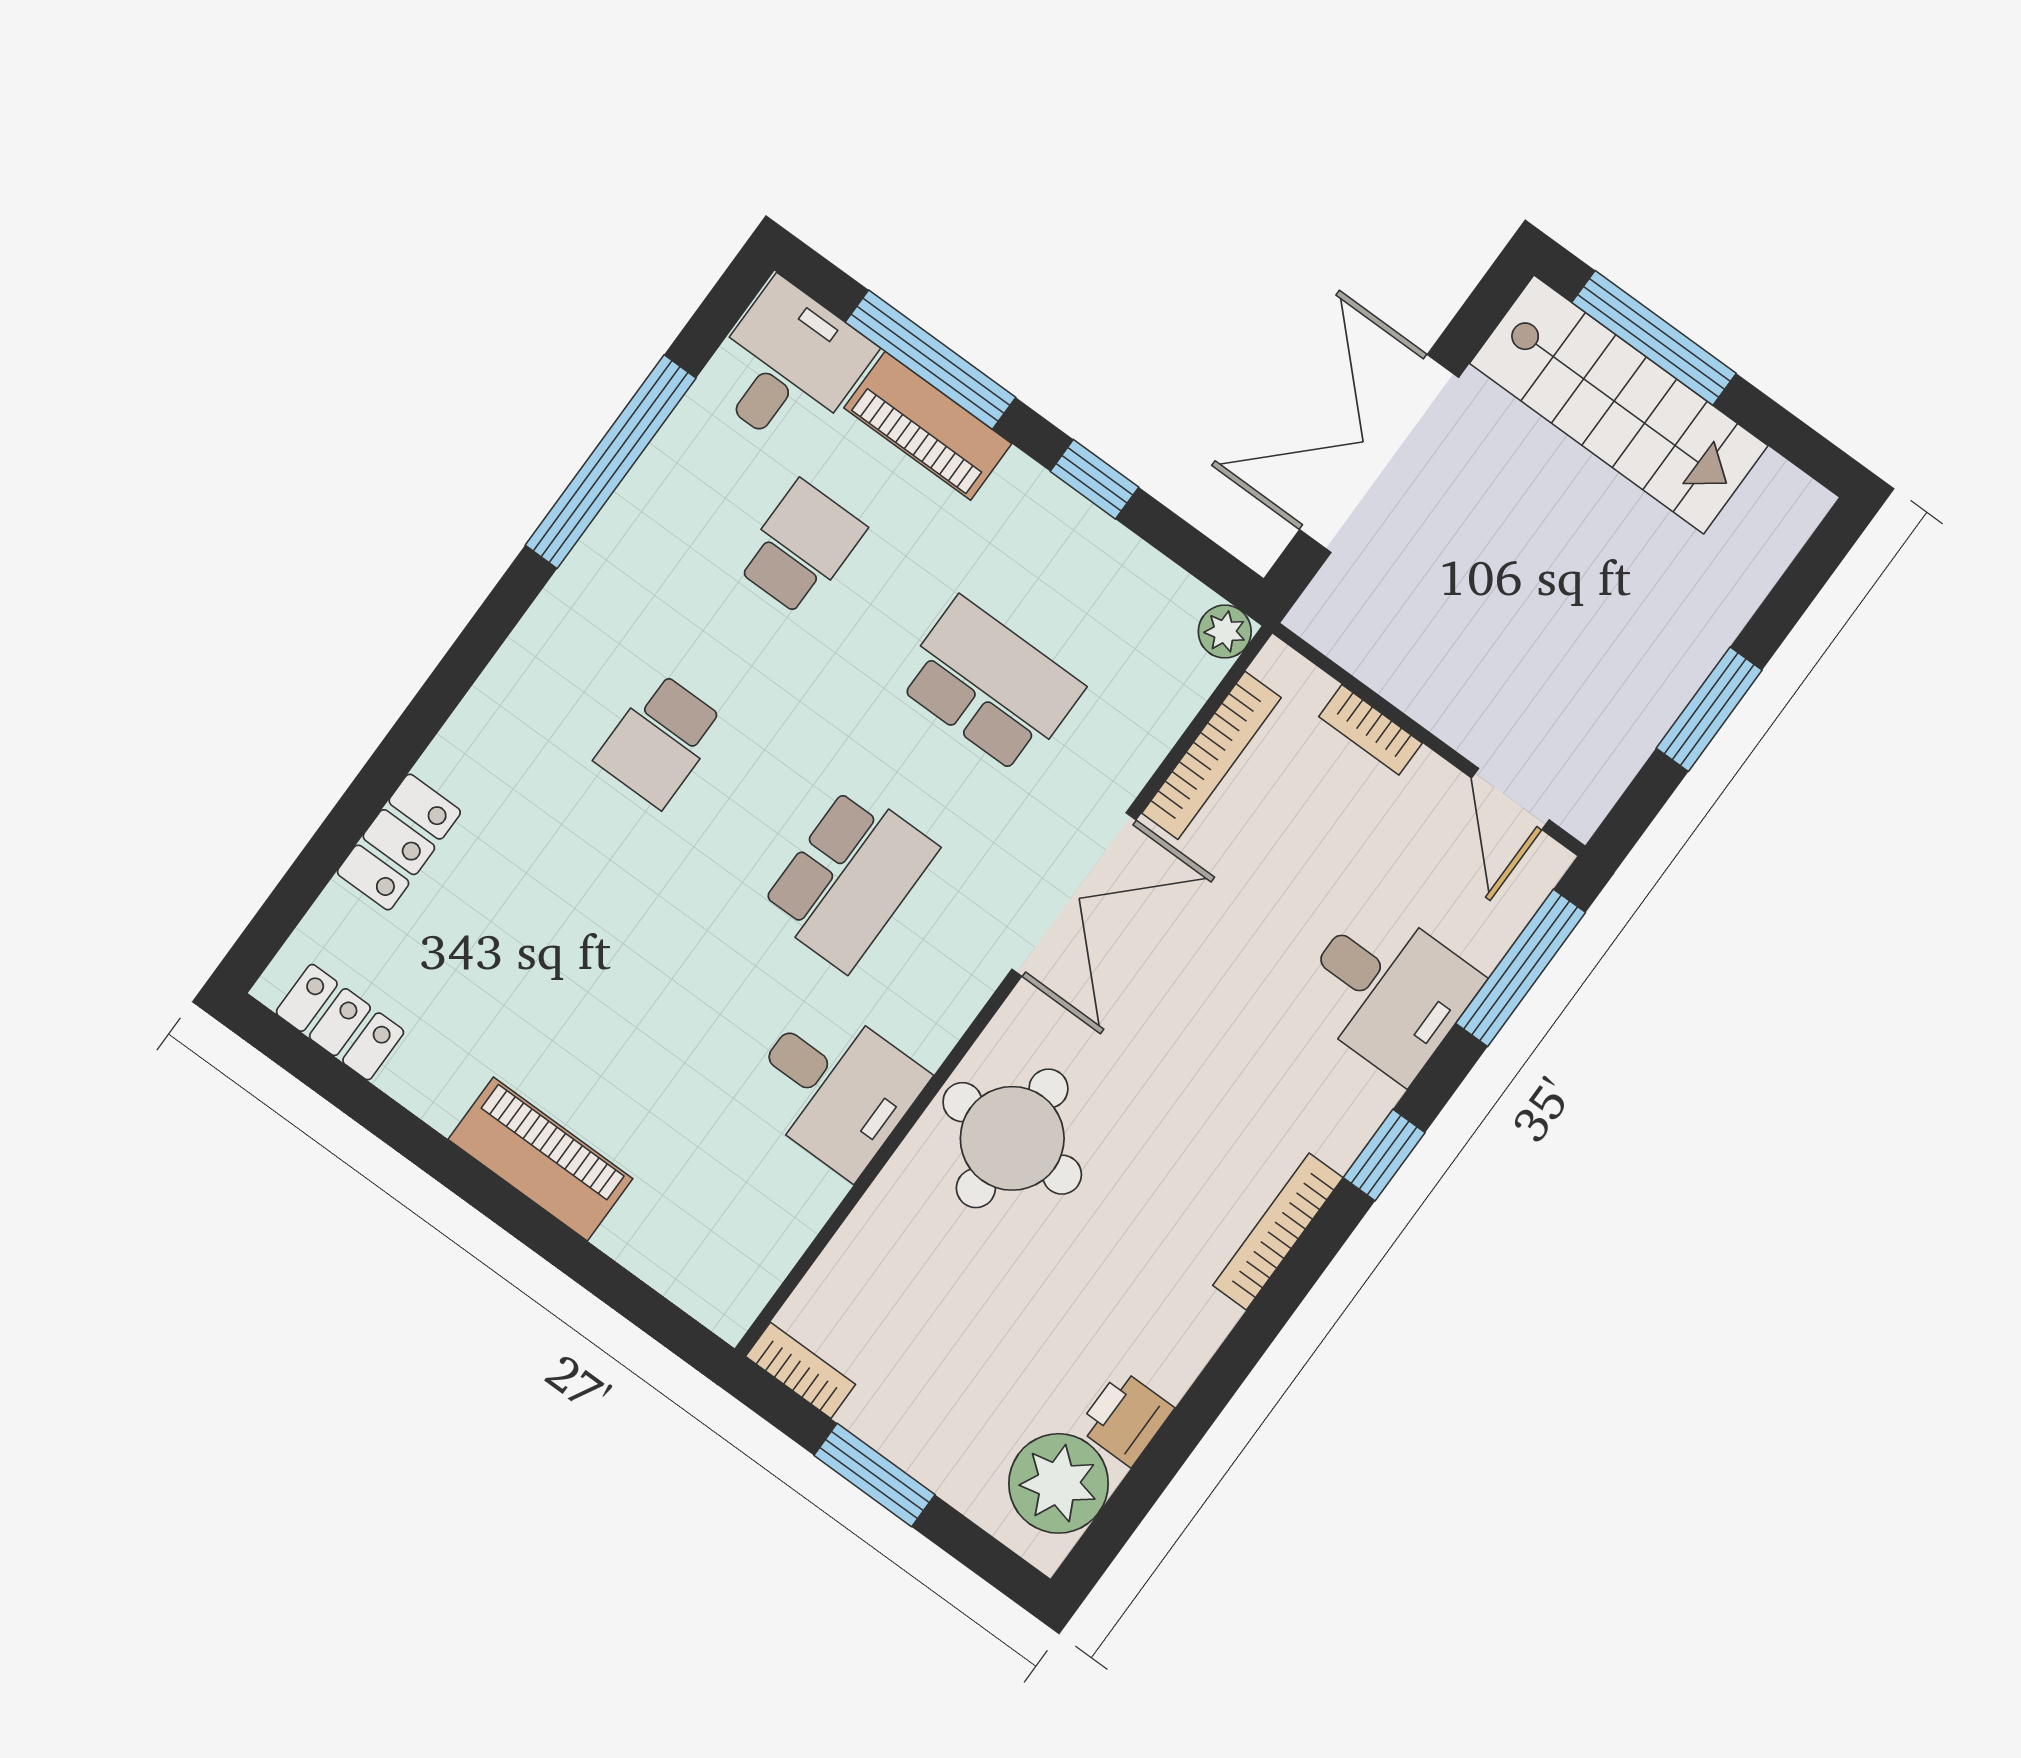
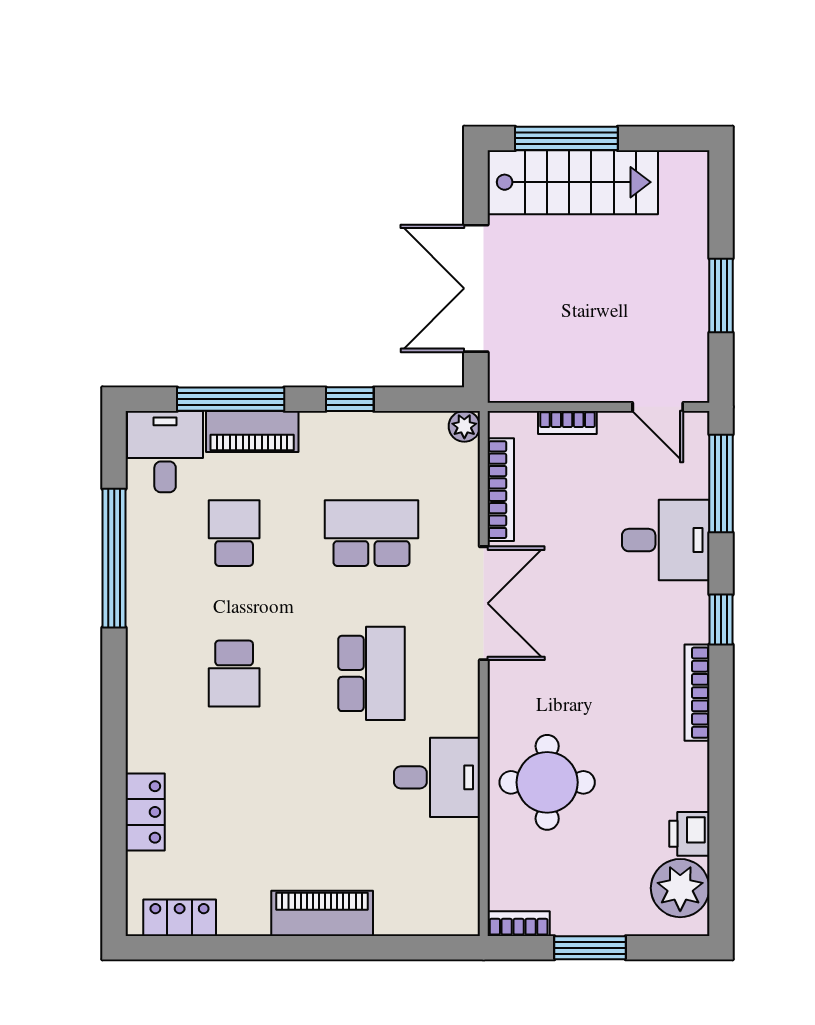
round table: (1012, 1138) -> (547, 782), moved

